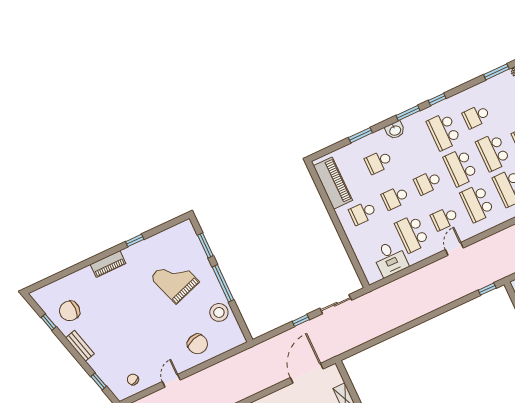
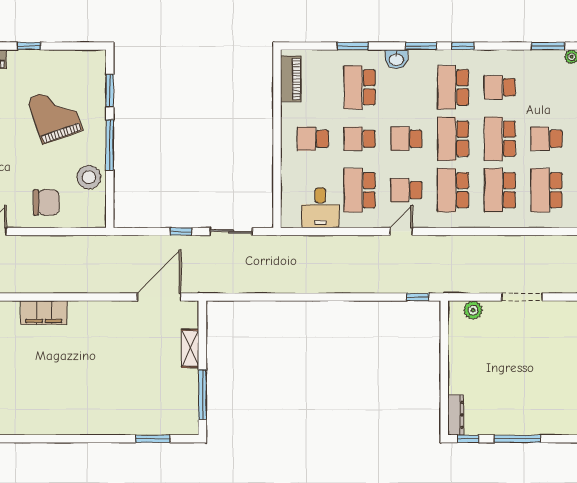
school desk: (379, 162) -> (360, 87), width x1.85
piano: (333, 183) -> (291, 79), width x0.73, depth x0.75
chair: (197, 344) -> (46, 202), turned -72

